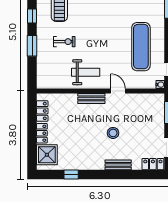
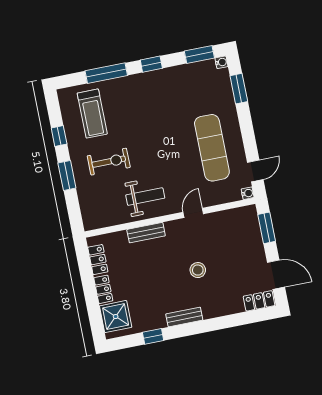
exercise bike: (64, 42) -> (109, 162), width x1.38, depth x1.39
door: (118, 91) -> (193, 213), hinge flipped
bench: (91, 98) -> (146, 233), moved
bench: (118, 165) -> (184, 317), moved

